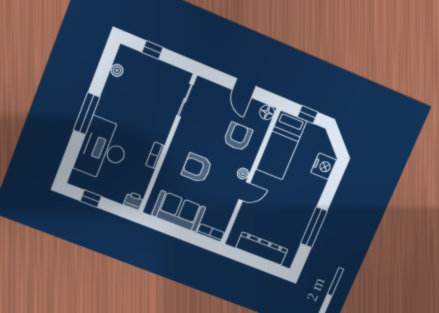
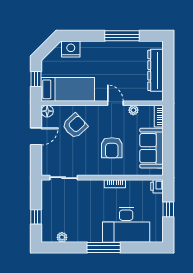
armchair: (238, 137) -> (75, 126), turned 137
plant: (243, 174) -> (133, 110), moved
window: (91, 199) -> (168, 209), moved

